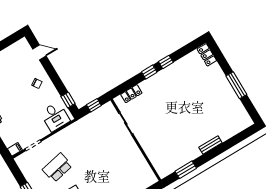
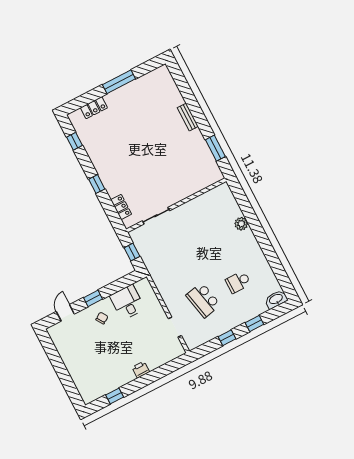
locker: (207, 55) -> (94, 108), moved
window: (166, 62) -> (74, 141), moved
window: (68, 100) -> (93, 298), moved
desk: (55, 117) -> (127, 302), moved, turned -90
filing cabinet: (15, 149) -> (178, 349), removed

